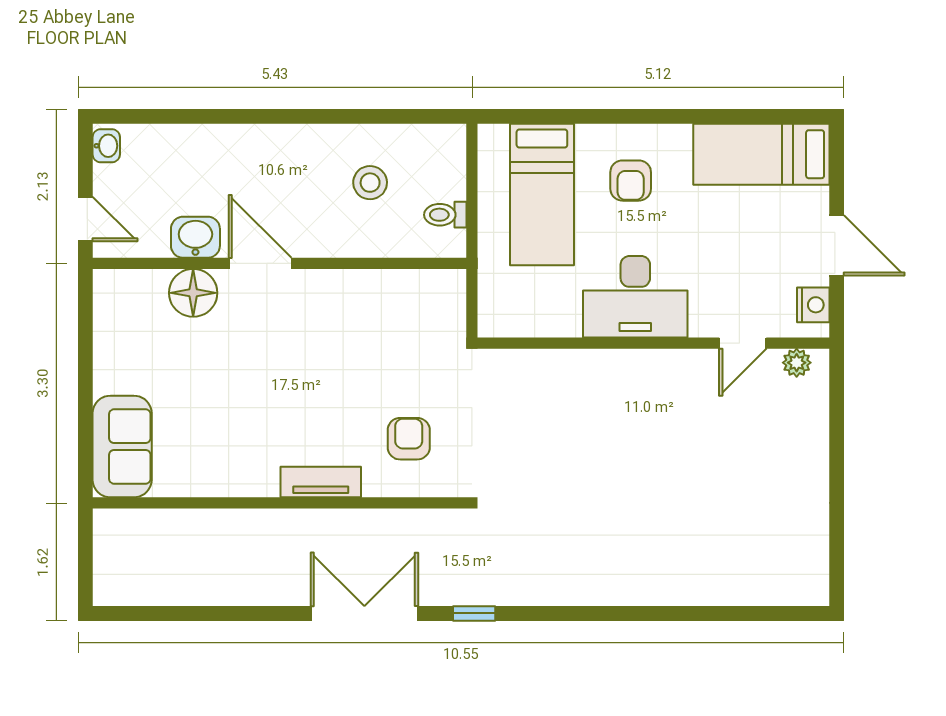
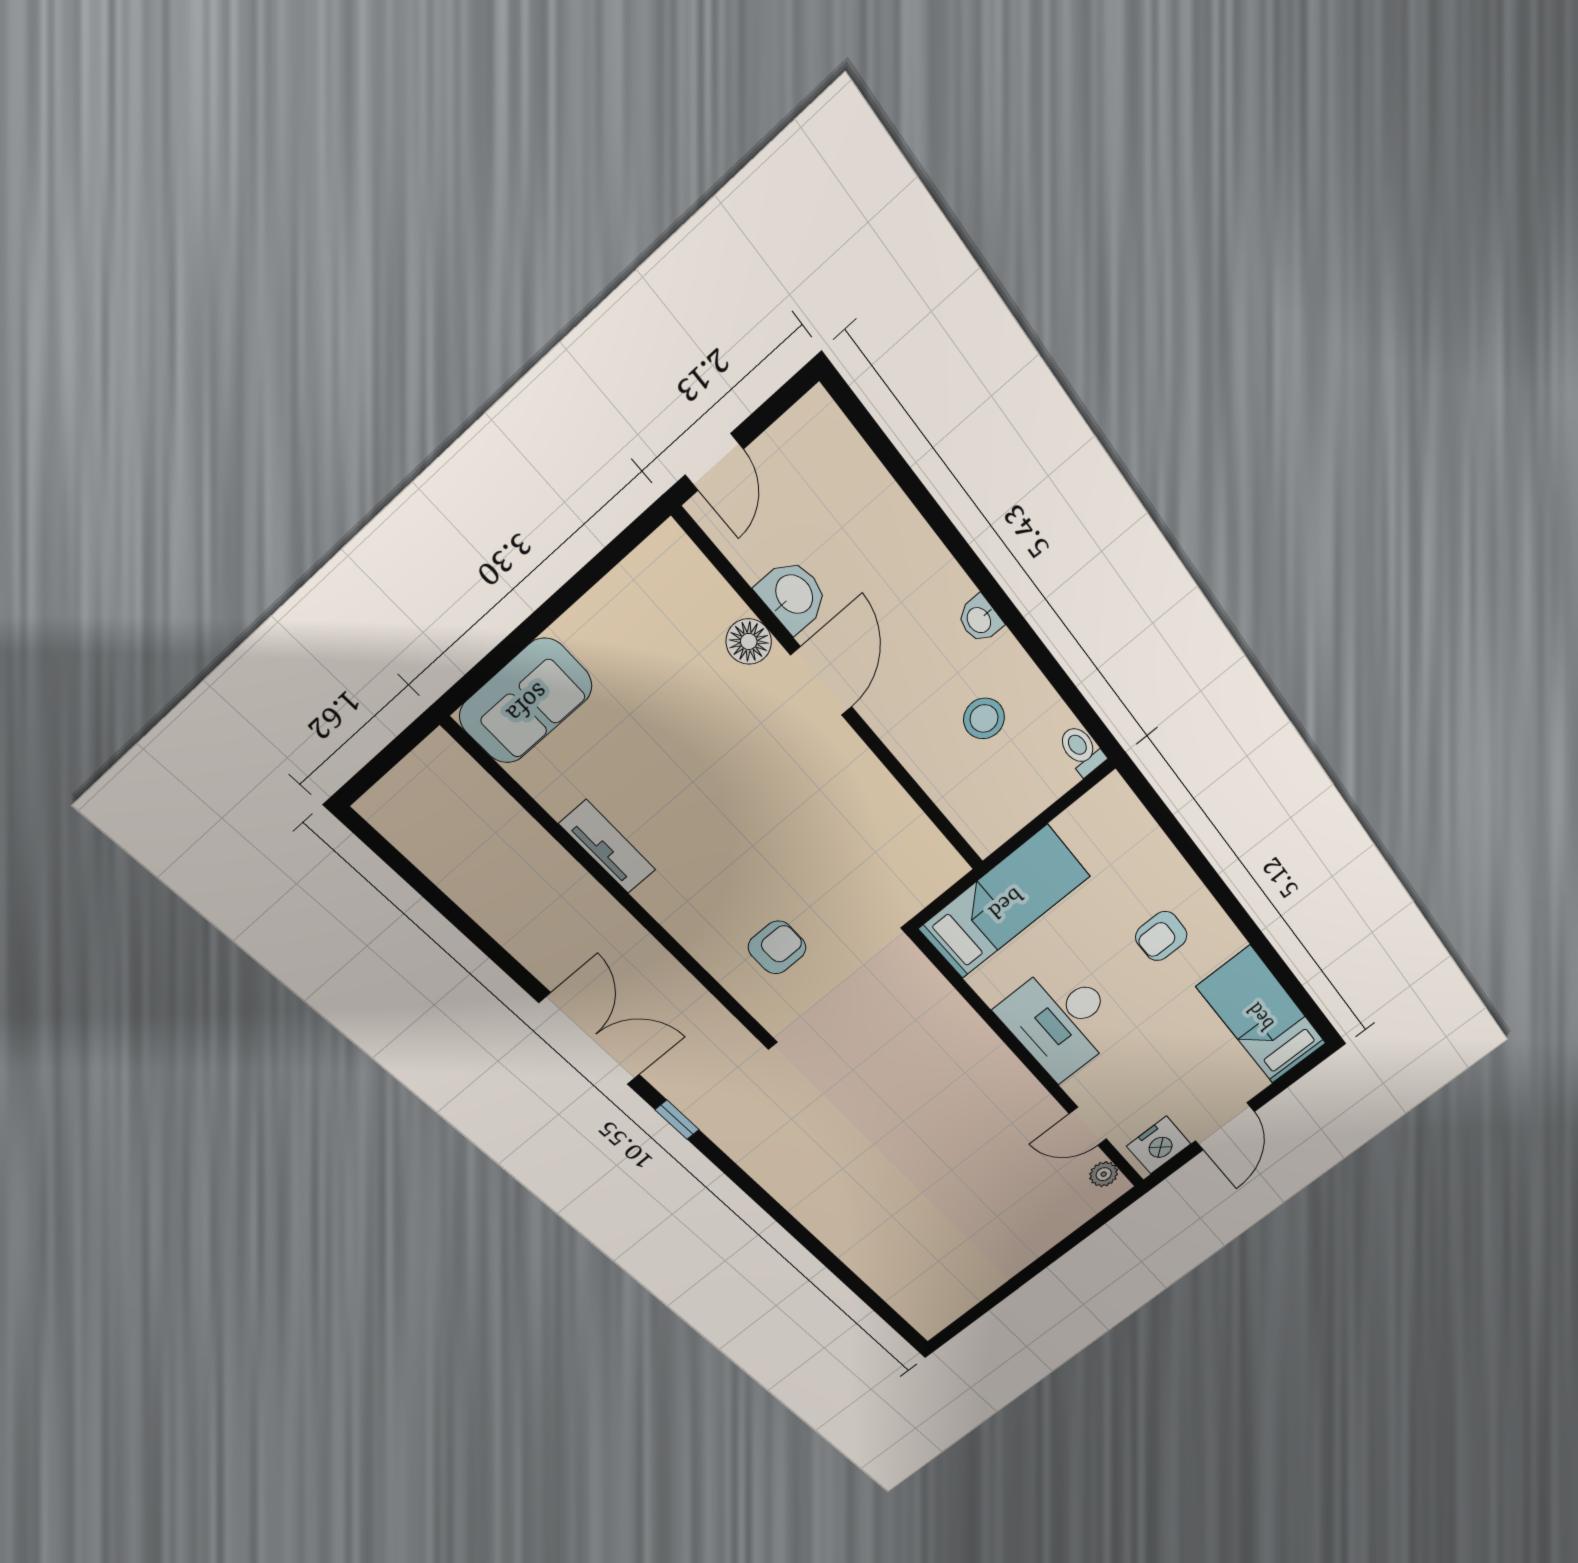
washbasin: (106, 146) -> (980, 619), moved, turned 90
bed: (542, 194) -> (1004, 902), moved, turned 180
toilet: (445, 215) -> (1081, 750), moved
floor lamp: (193, 293) -> (749, 642), width x0.73, depth x0.73
nightstand: (813, 305) -> (1159, 1145), width x1.36, depth x1.33
tv unit: (321, 482) -> (608, 847), moved

